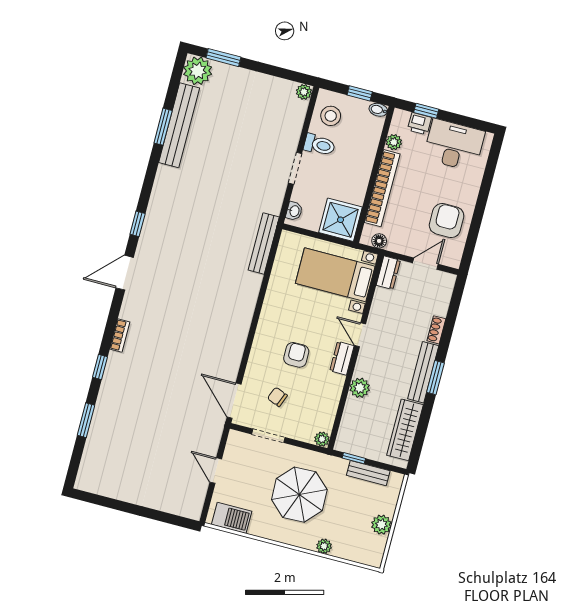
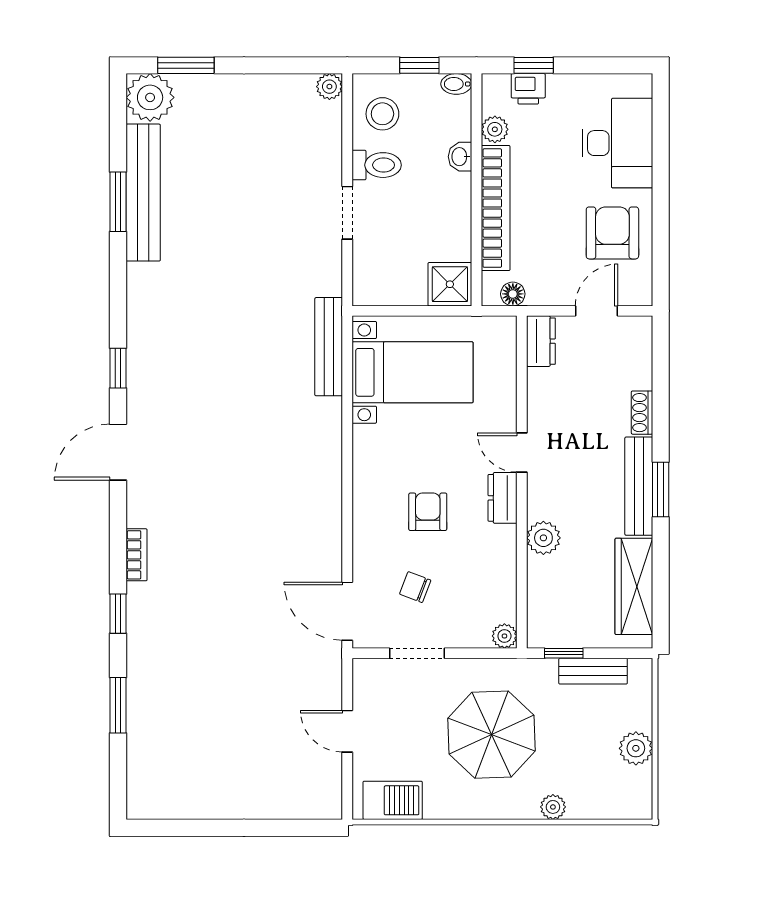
desk: (454, 145) -> (617, 143), moved, turned 90
washbasin: (294, 211) -> (460, 157), moved, turned 180
shower: (341, 220) -> (450, 284), width x0.73, depth x0.73
bed with nightstands: (335, 275) -> (413, 372), moved, turned 180

